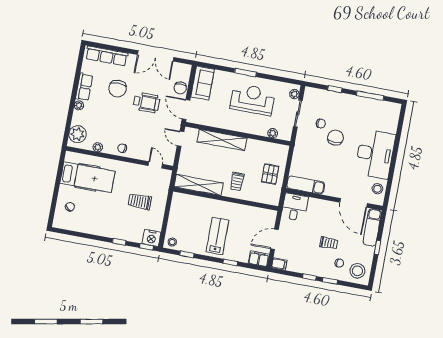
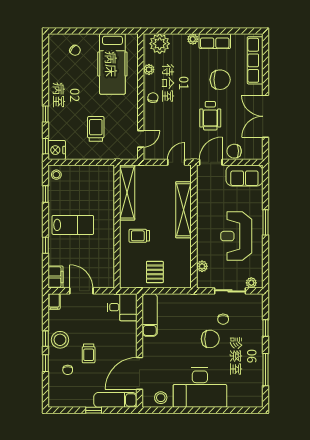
chair: (118, 89) -> (220, 80), turned 180
reception desk: (252, 99) -> (236, 236), turned 180
pallet: (270, 174) -> (155, 272), turned 90
stool: (357, 271) -> (60, 340), moved

